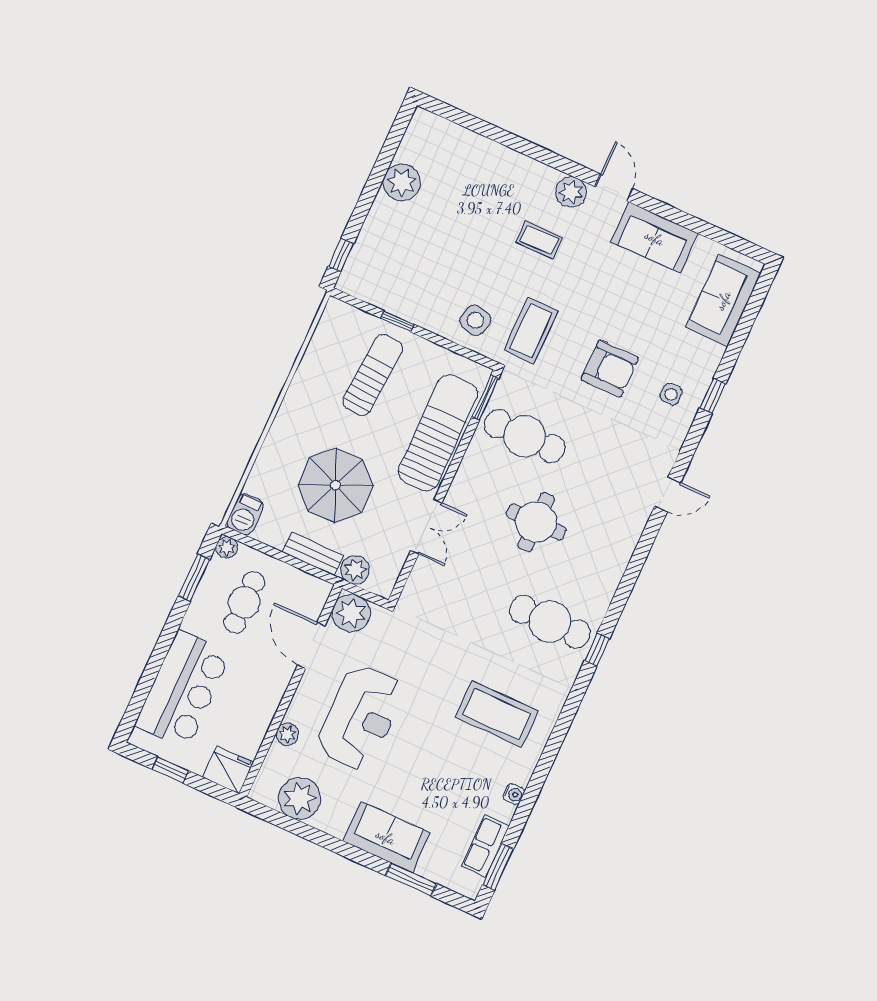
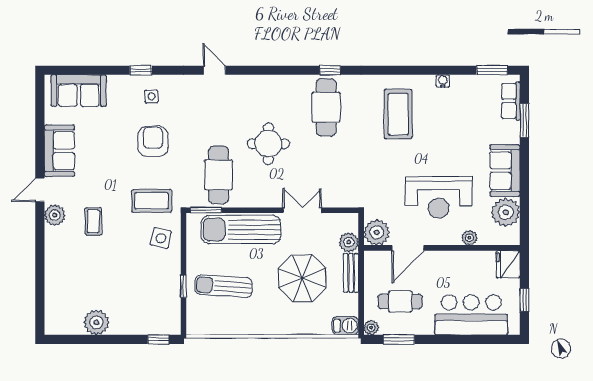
reception desk: (360, 717) -> (439, 197), turned 180
sofa: (386, 837) -> (505, 171), moved
row of seats: (485, 846) -> (511, 101), moved, turned 90

